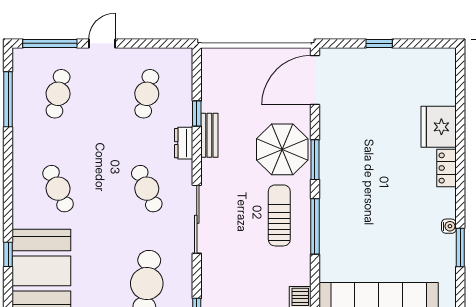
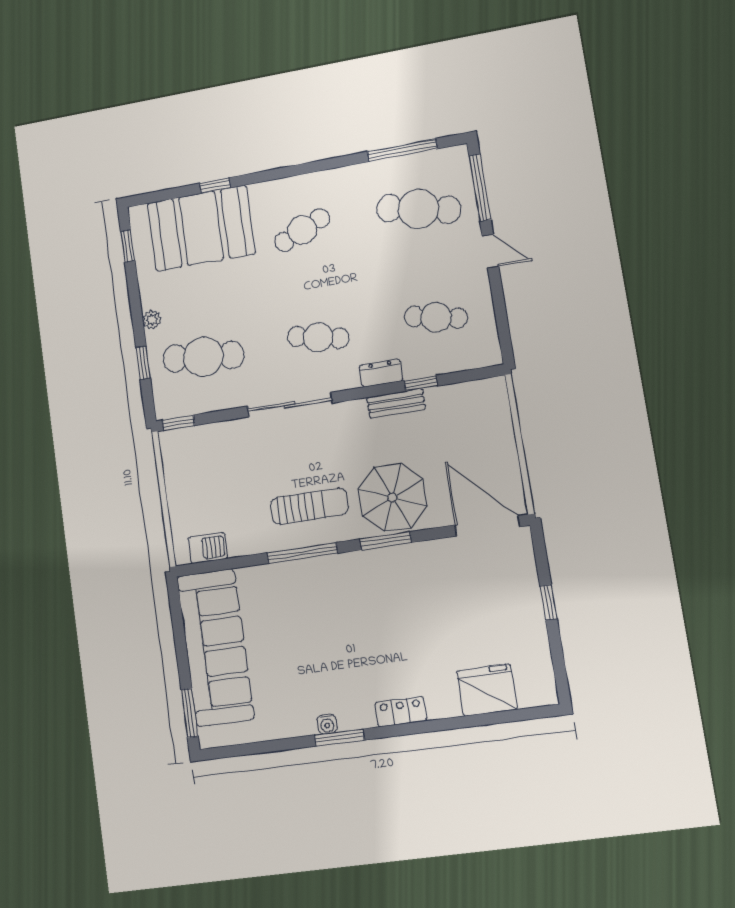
cafe table: (58, 94) -> (419, 209), width x1.37, depth x1.35
fridge: (439, 127) -> (487, 690), moved
cafe table: (147, 189) -> (318, 337), turned 36
window: (460, 247) -> (339, 738), moved

